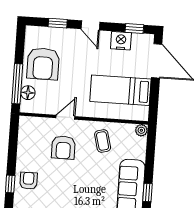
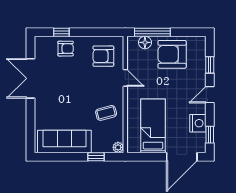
armchair: (63, 148) -> (103, 56), moved
window: (147, 193) -> (96, 157), moved

